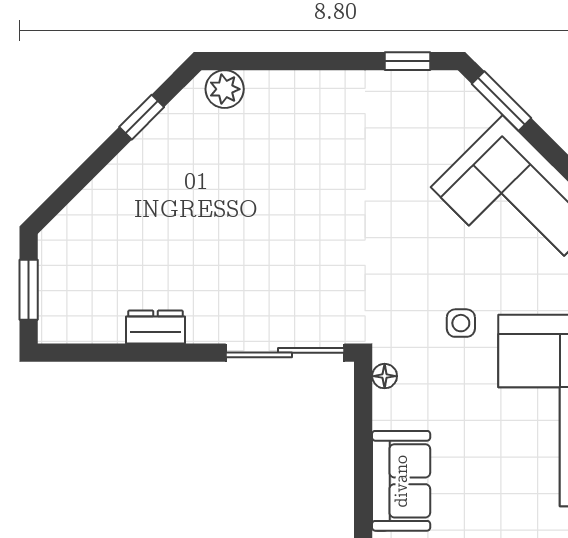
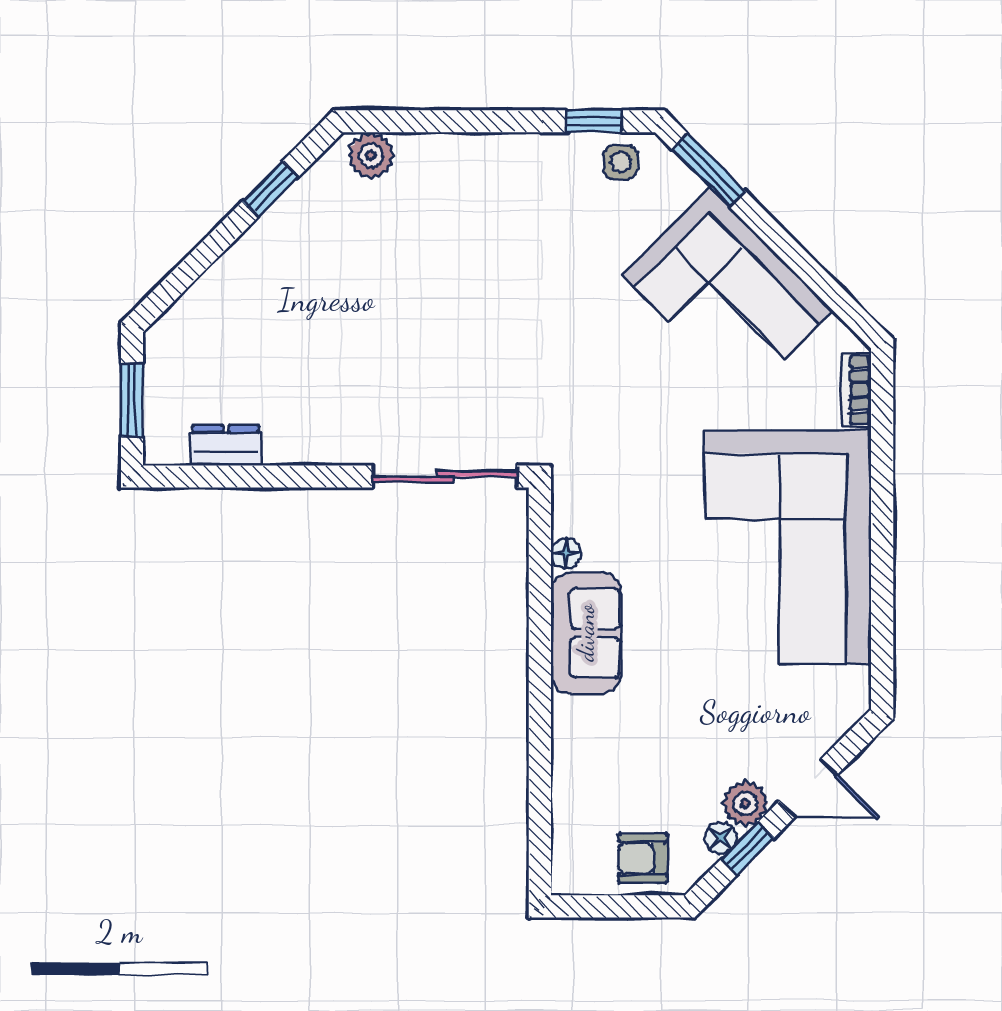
side table: (461, 323) -> (620, 162), moved
dresser: (156, 327) -> (226, 445), moved
floor lamp: (385, 376) -> (566, 553), moved

